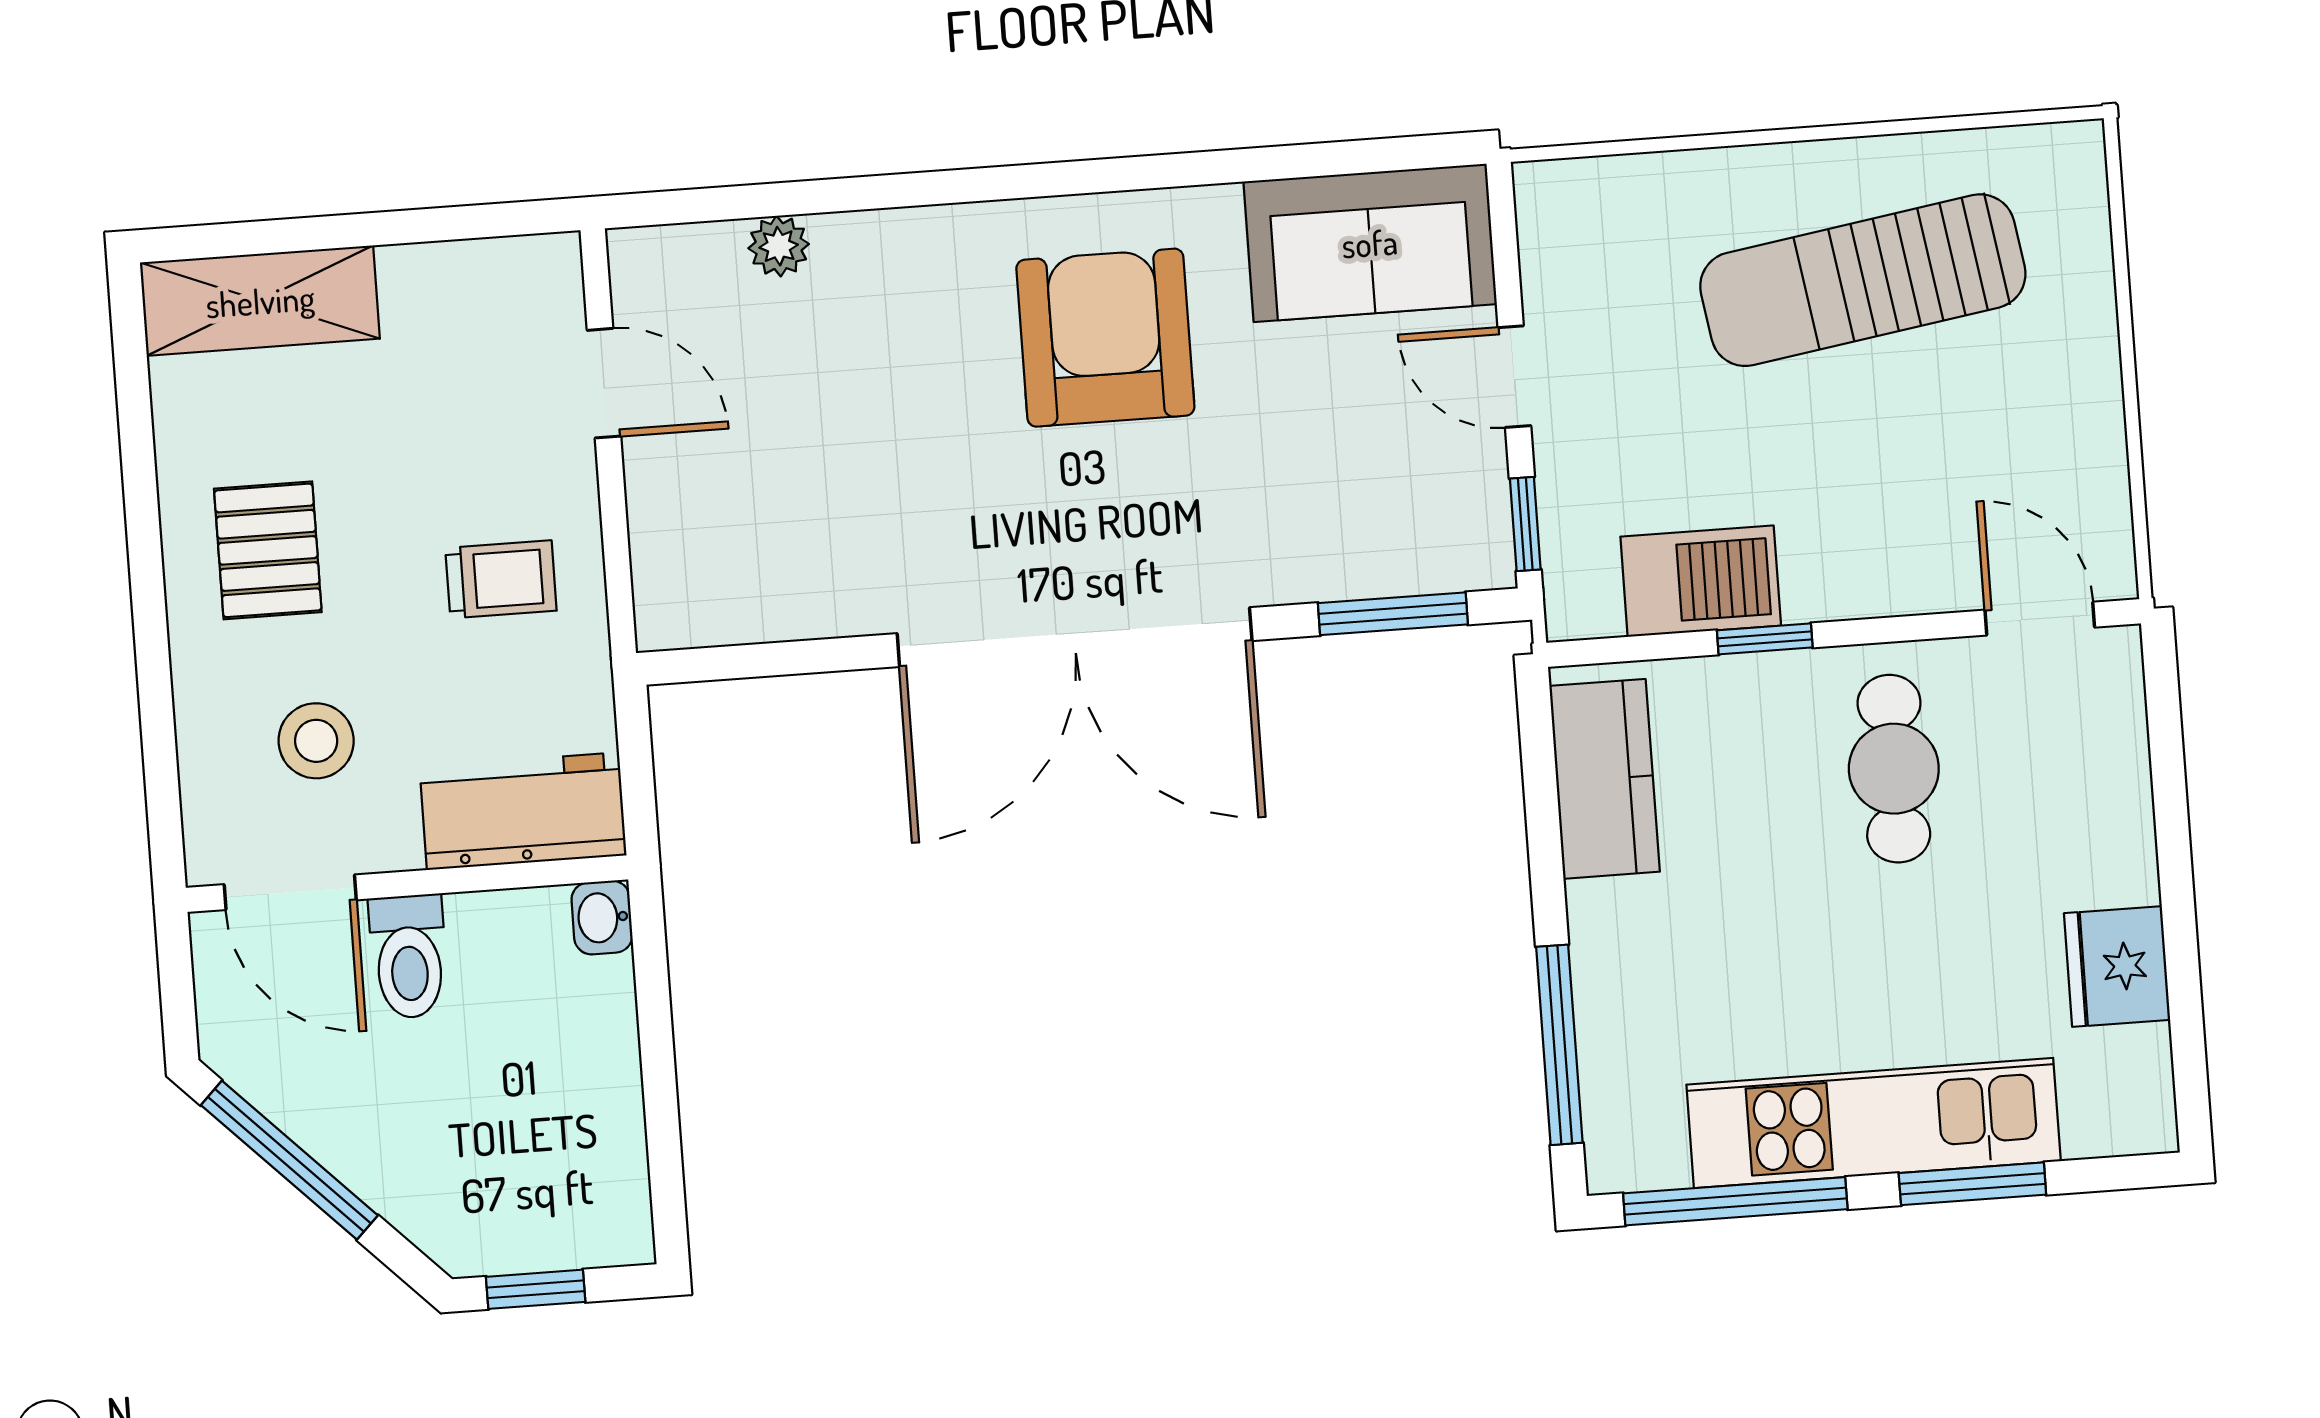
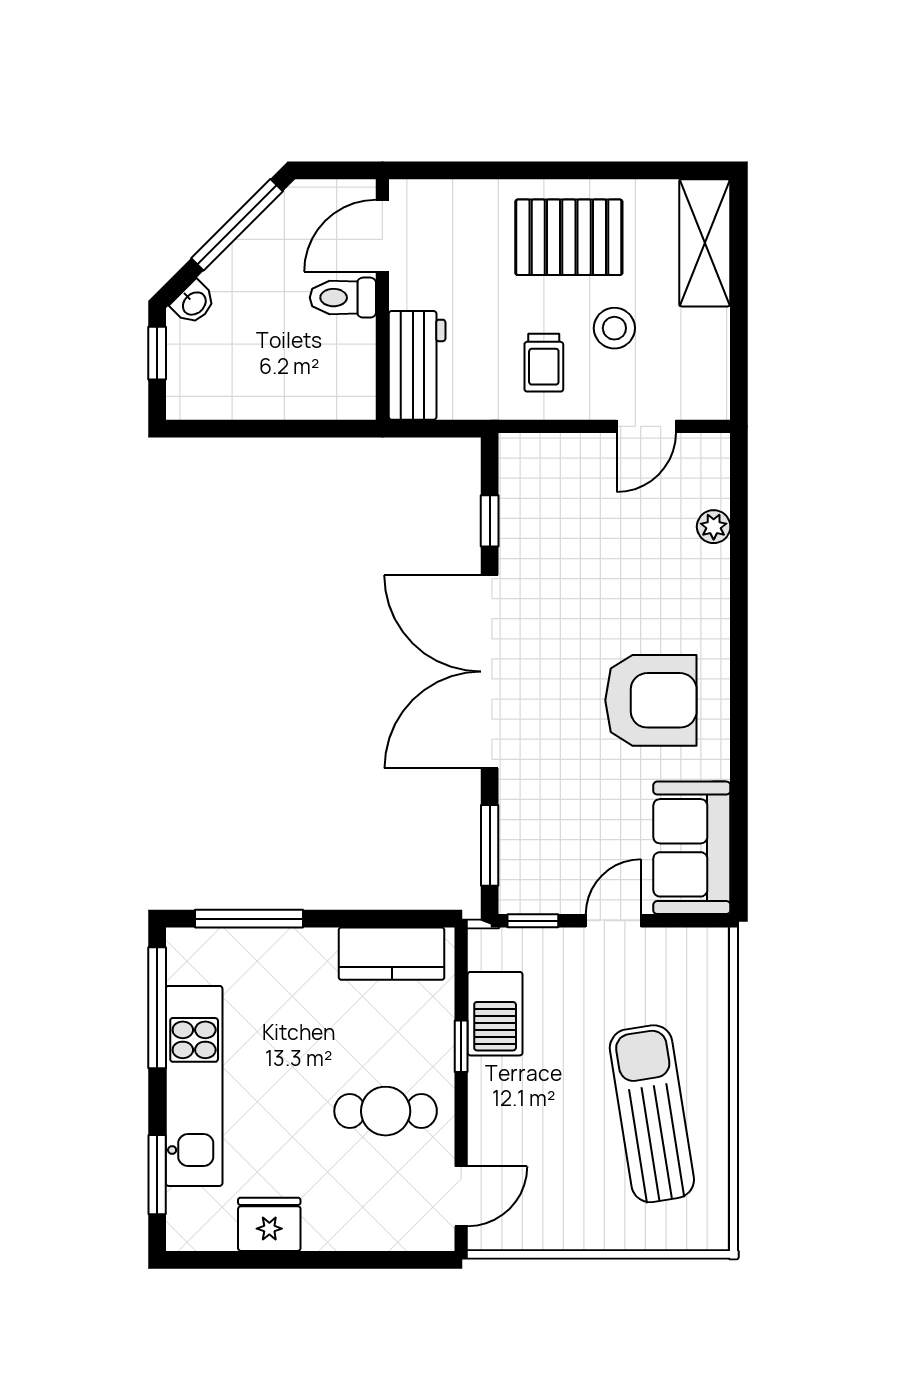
pallet: (268, 550) -> (569, 237), width x1.50, depth x1.42
window: (798, 657) -> (490, 521), added
stool: (316, 741) -> (614, 328), moved
washbasin: (602, 918) -> (194, 303), moved, turned 135
window: (1972, 1184) -> (157, 1175), moved

